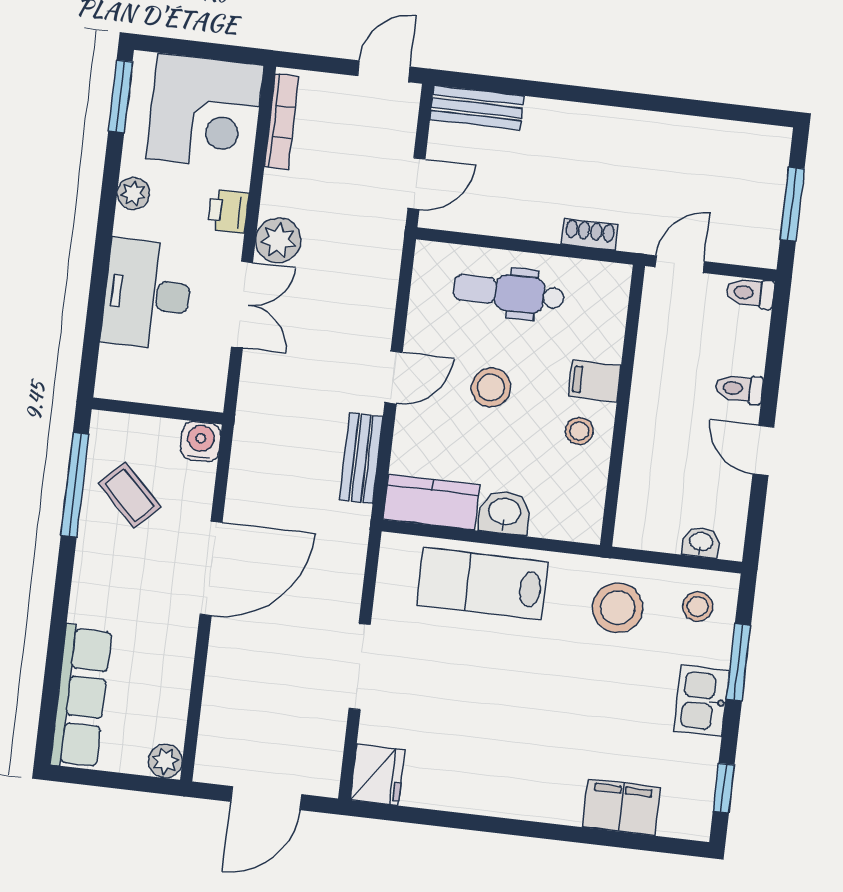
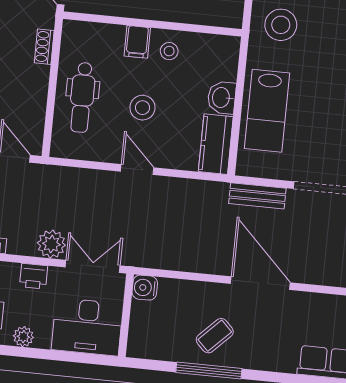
wall: (157, 411) -> (126, 315), moved
water cooler: (201, 441) -> (145, 288), moved
bench: (361, 458) -> (257, 196), moved

